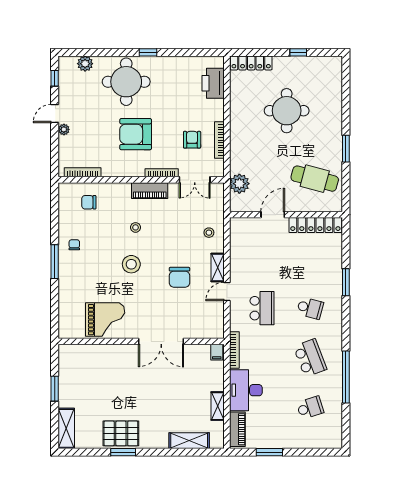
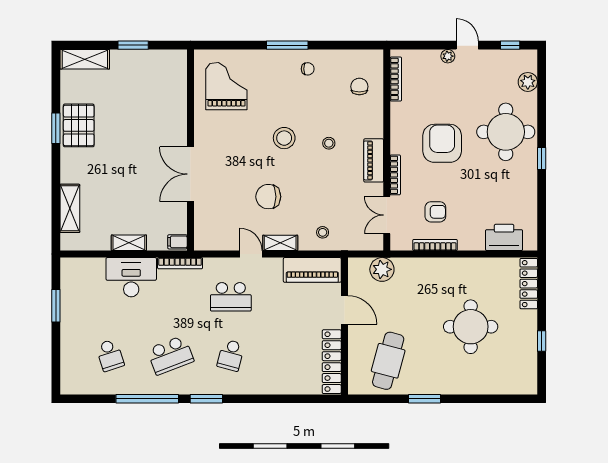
window: (346, 282) -> (206, 399), moved
grand piano: (105, 320) -> (226, 86), moved, turned 180
shelving: (218, 406) -> (129, 243), moved
piano: (237, 429) -> (312, 270), moved, width x1.37, depth x1.33

